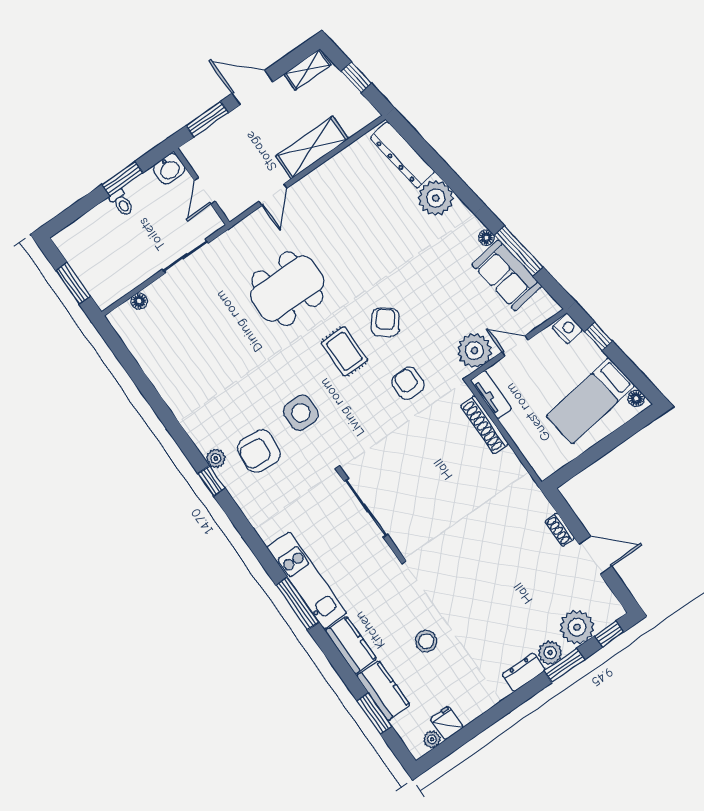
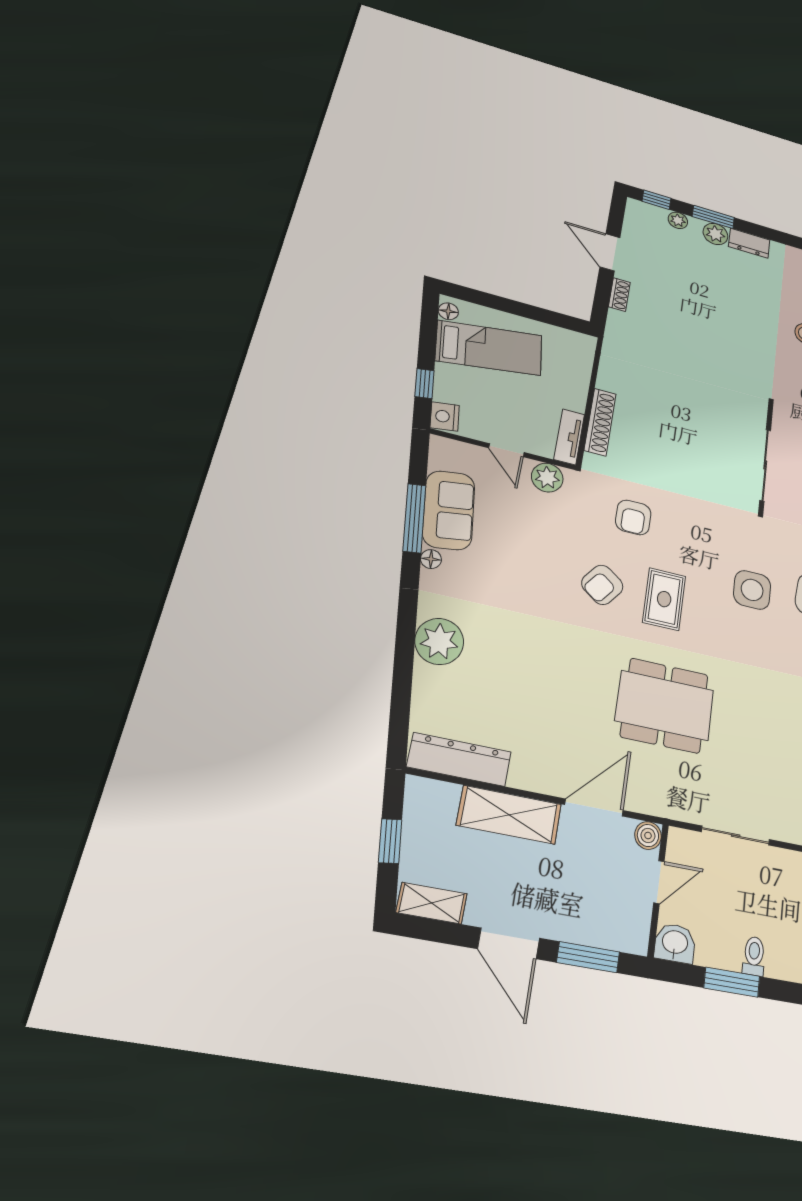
dresser: (402, 155) -> (459, 759), moved, turned -82
door: (273, 195) -> (594, 808), width x1.38
boiler: (232, 209) -> (648, 836), added
plant: (475, 351) -> (547, 478), width x0.73, depth x0.73
plant: (577, 627) -> (678, 220), width x0.53, depth x0.53

